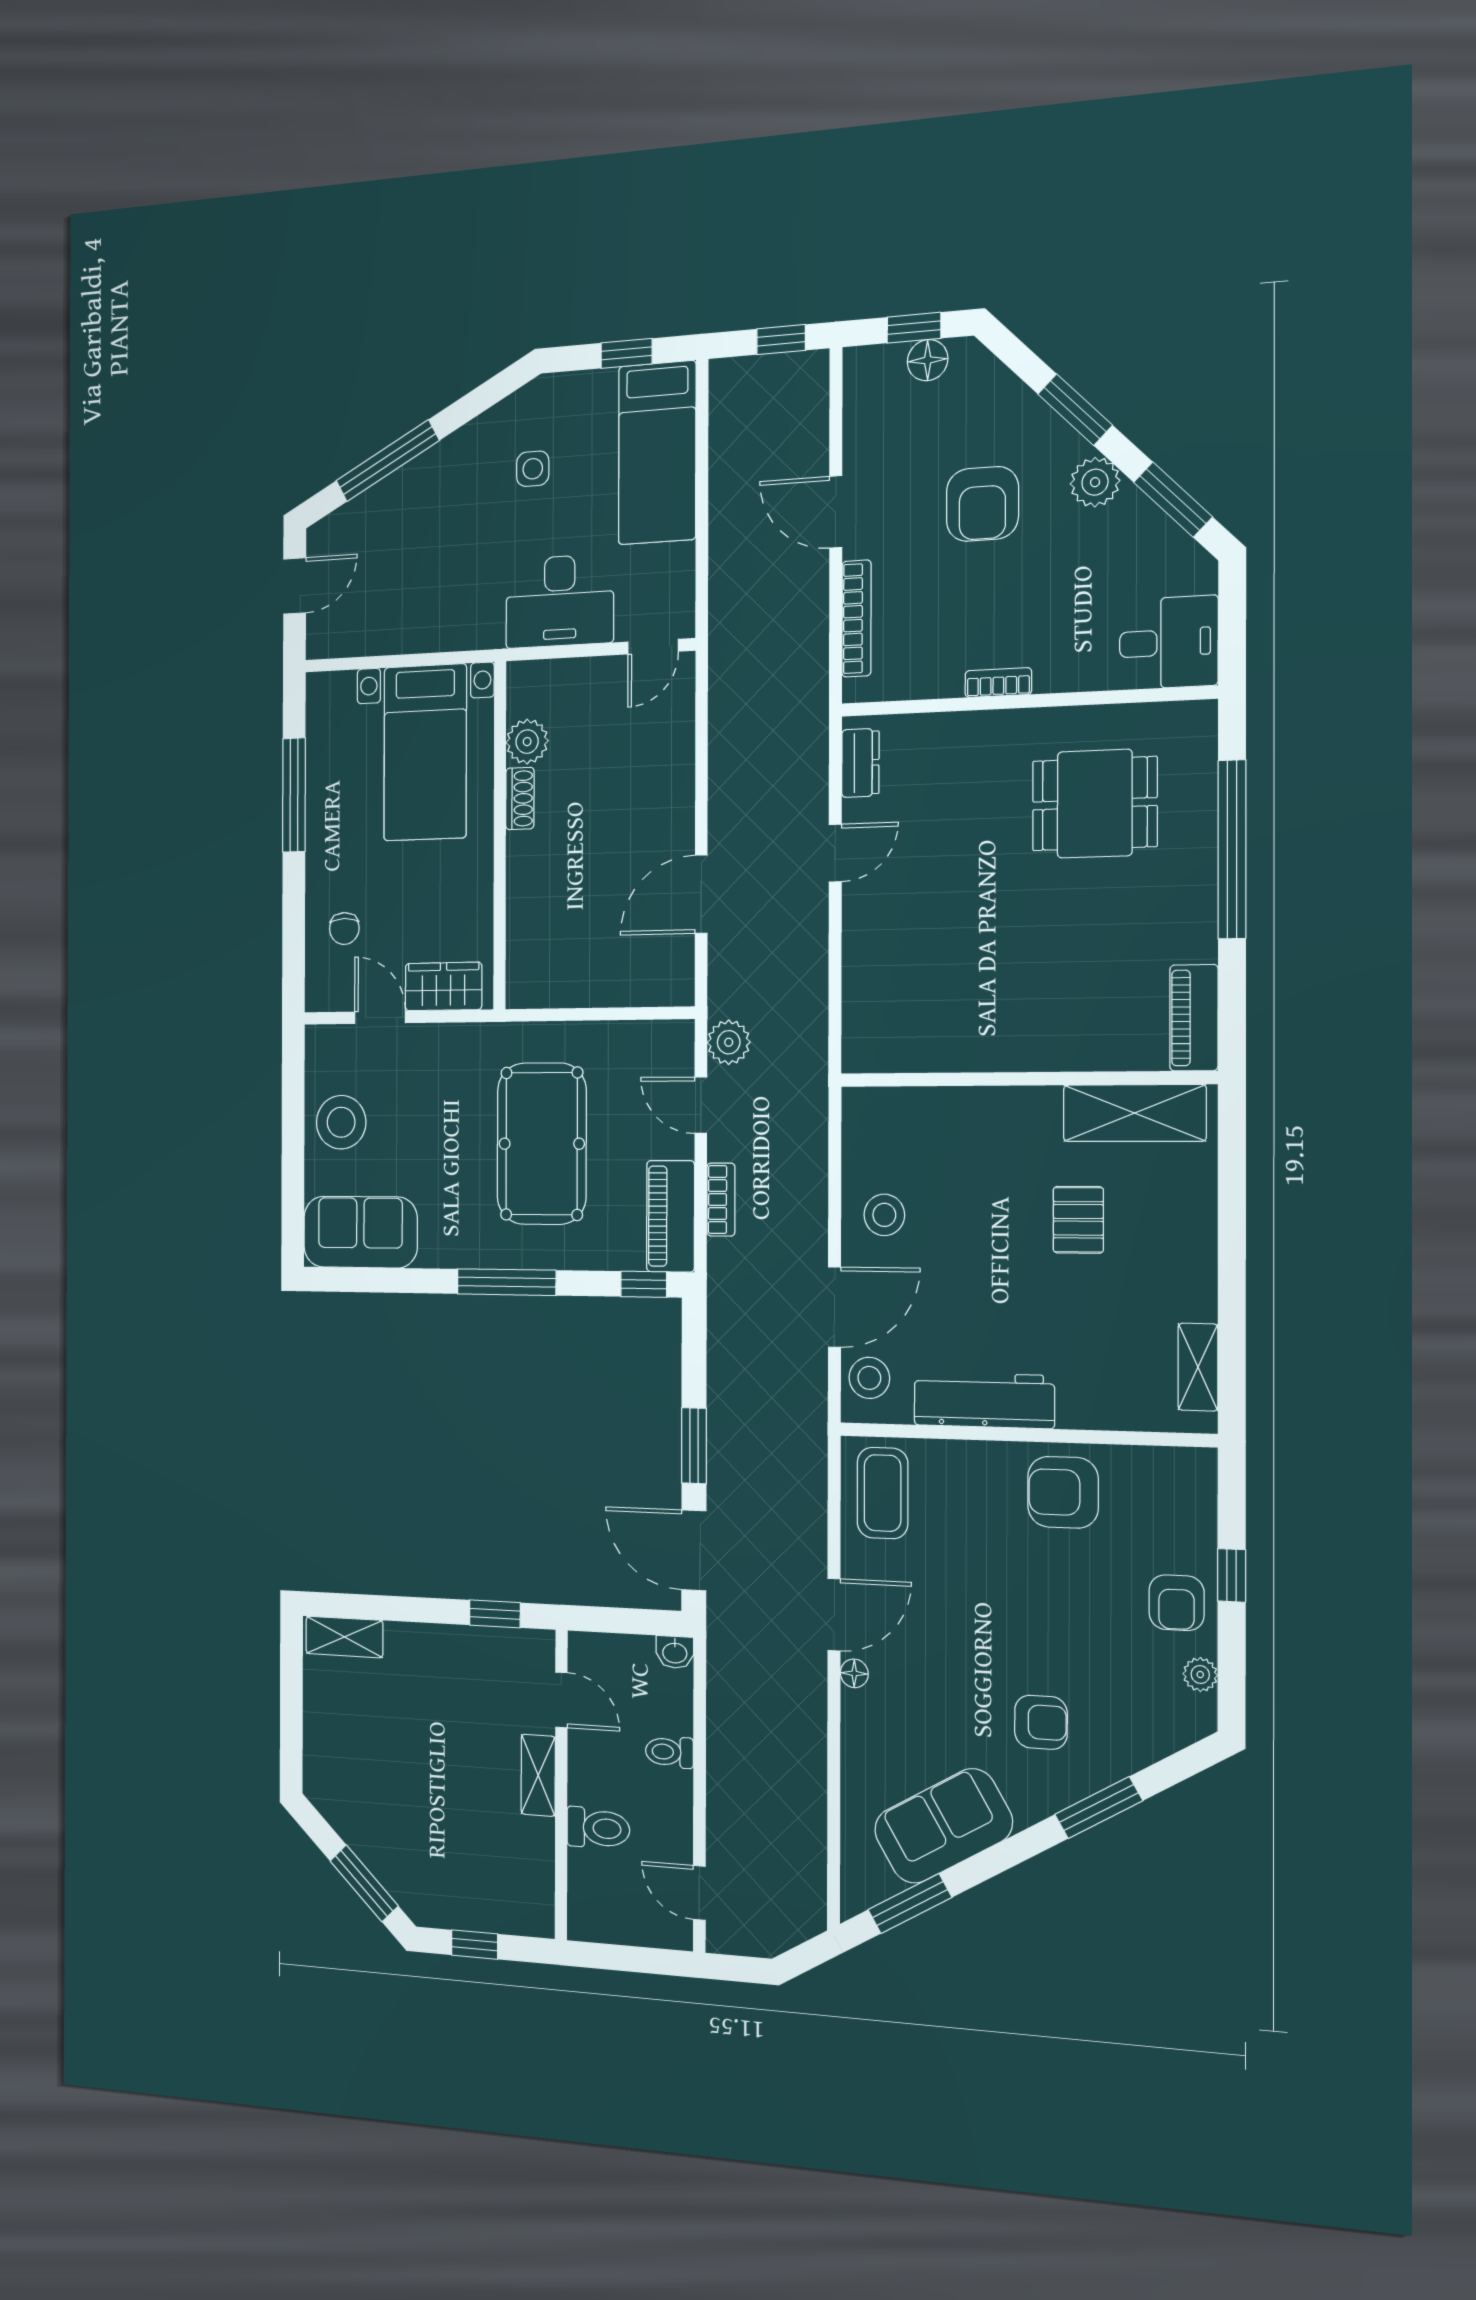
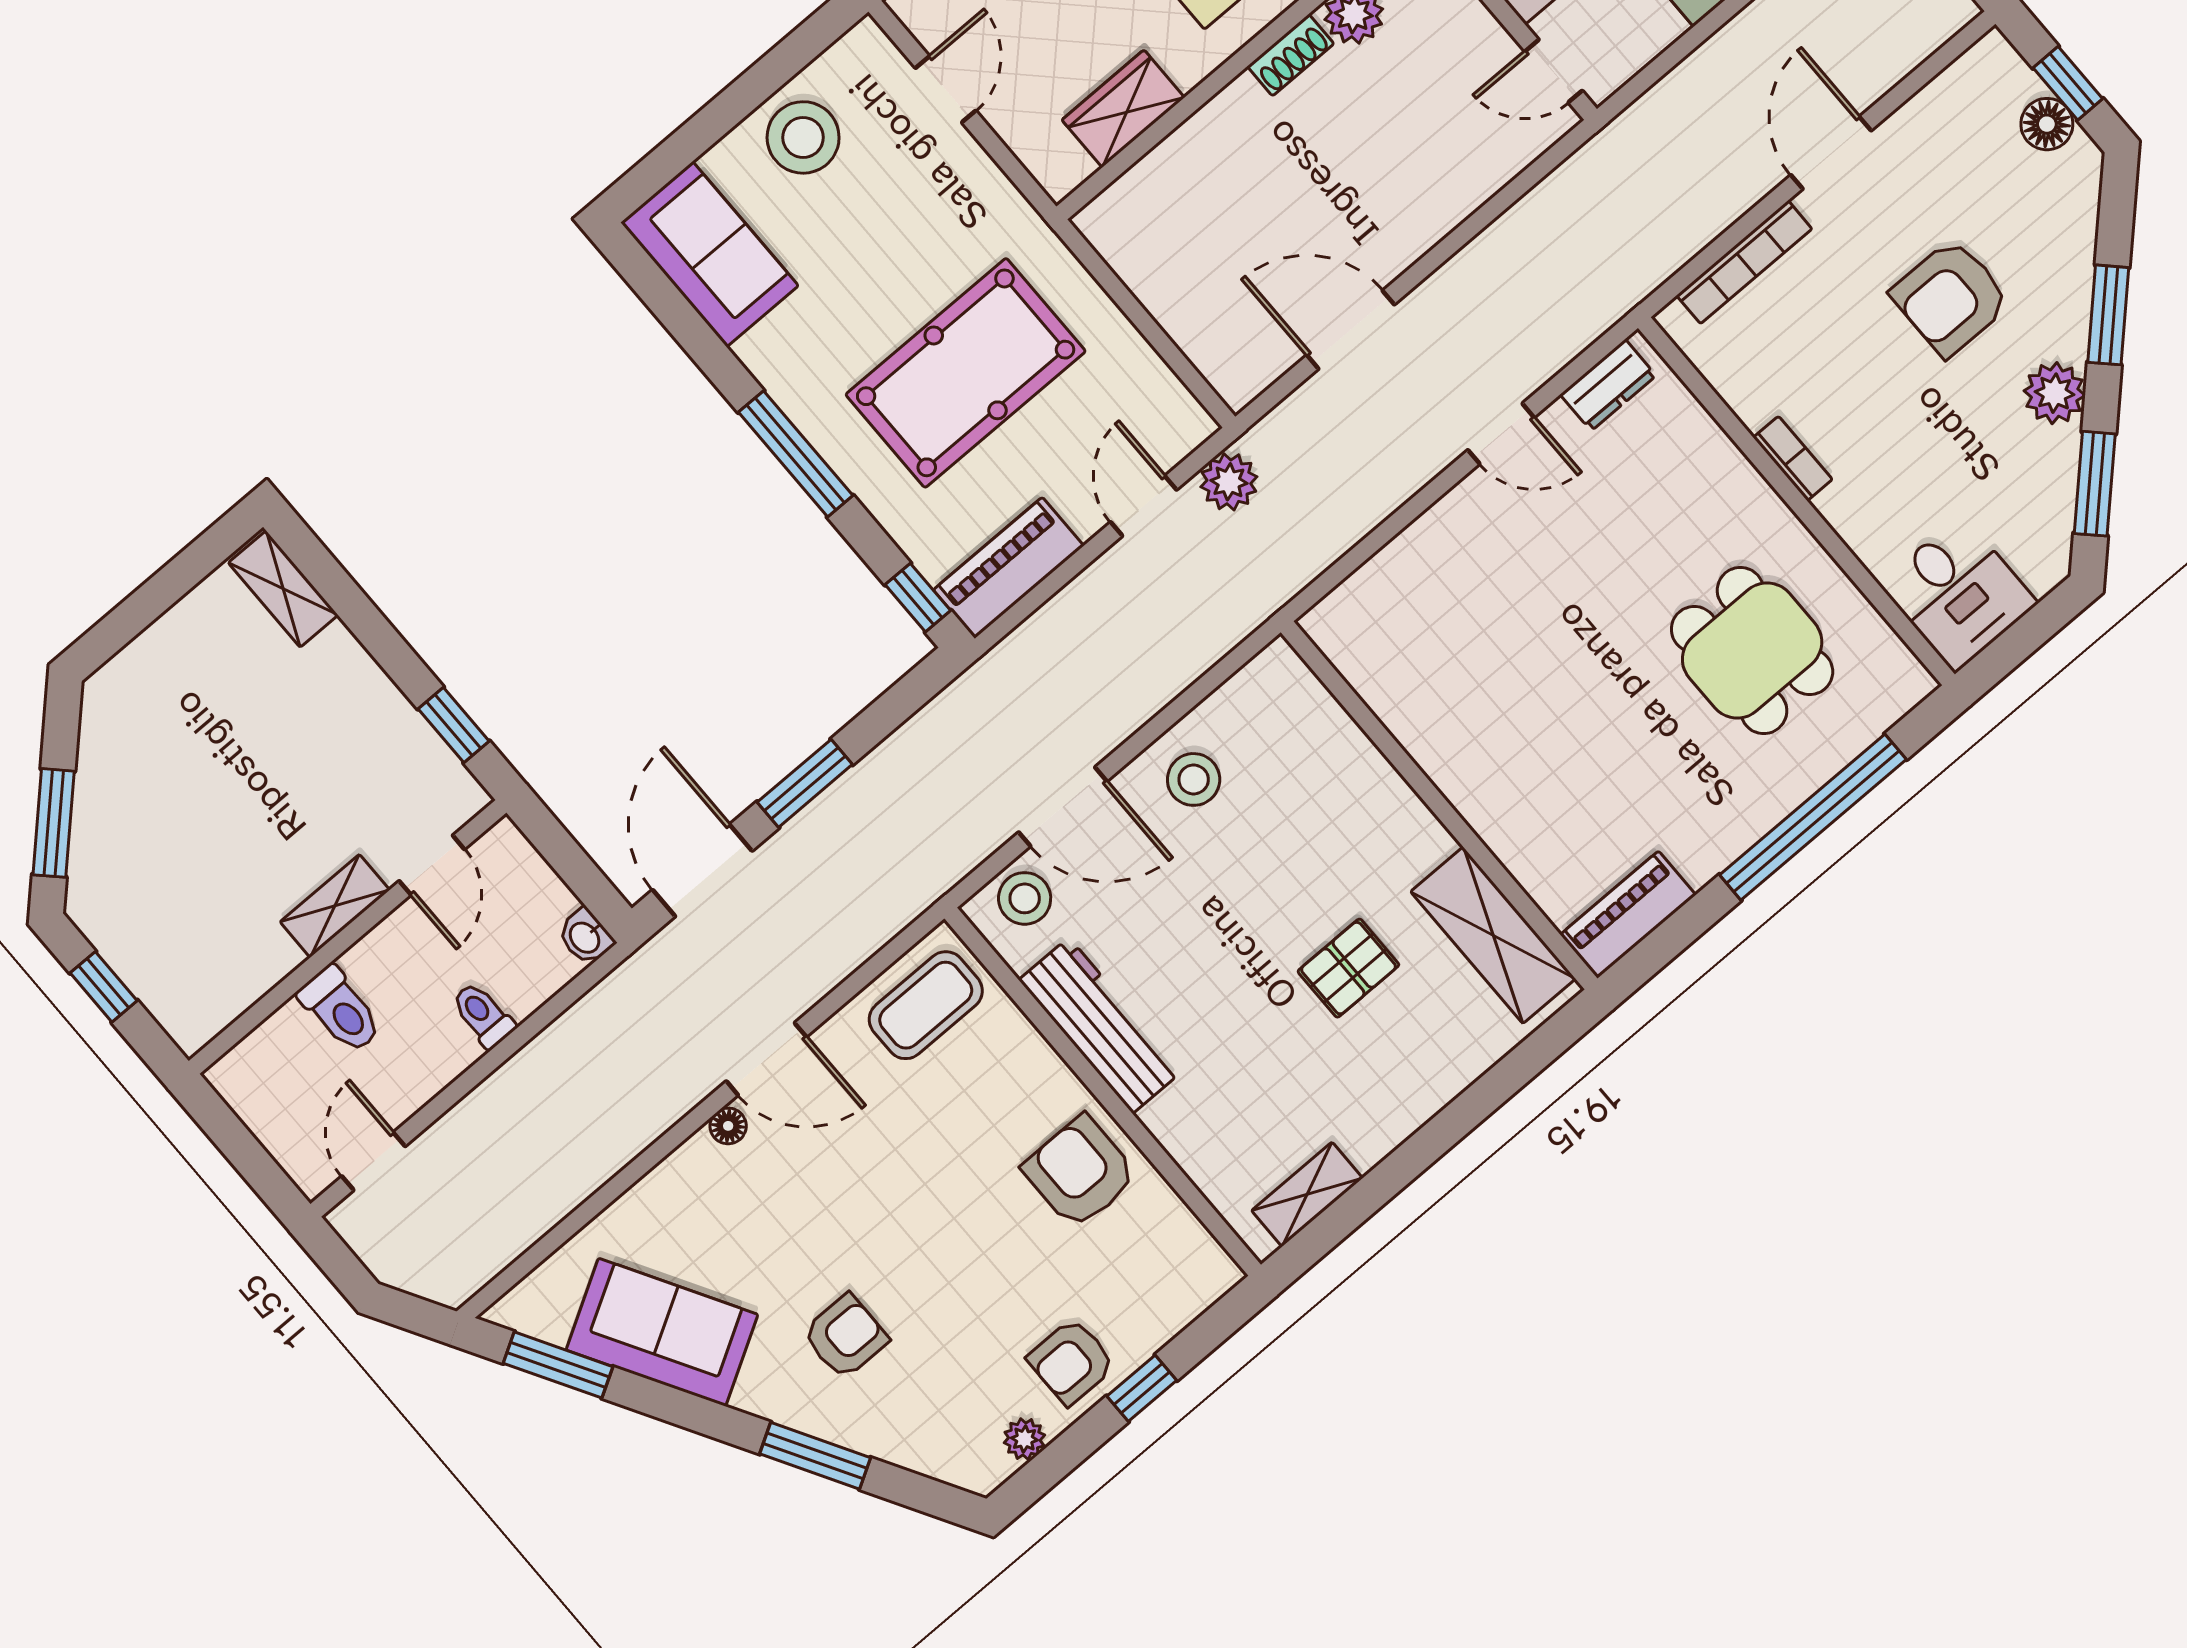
wardrobe: (443, 986) -> (1123, 109), moved, turned -90
bookcase: (721, 1200) -> (1069, 605), removed
armchair: (1041, 1722) -> (845, 1336), turned -90

